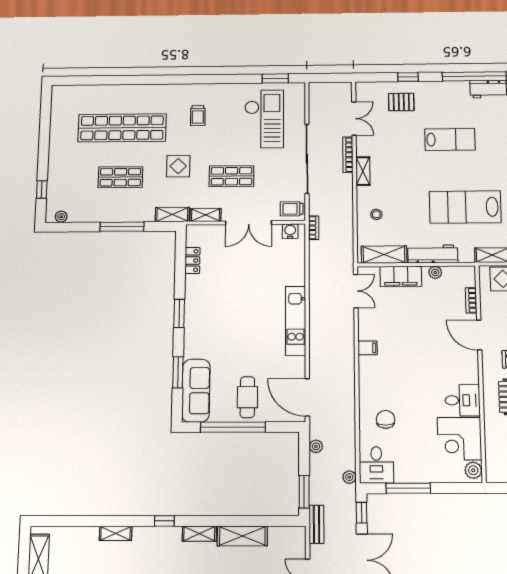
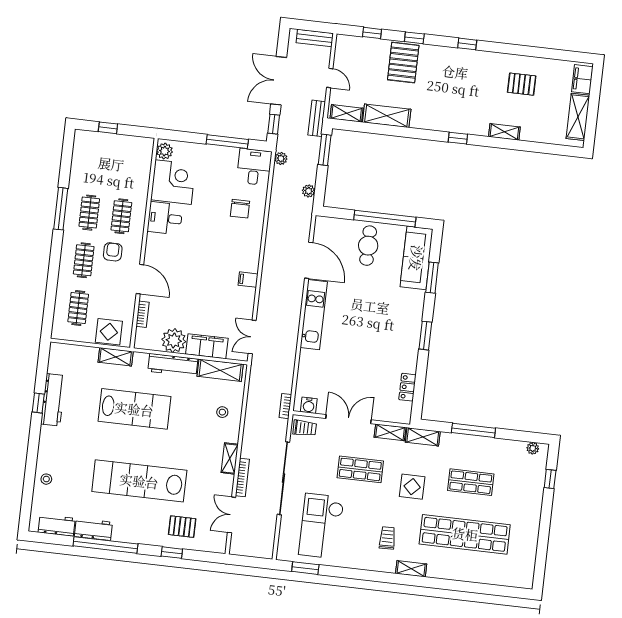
shelving: (172, 90) -> (411, 569), added
lab bench: (450, 139) -> (139, 481), width x1.86, depth x1.39
plant: (435, 272) -> (174, 341), width x1.88, depth x1.88
door: (307, 397) -> (309, 260), moved
shelving: (199, 534) -> (346, 113), moved

